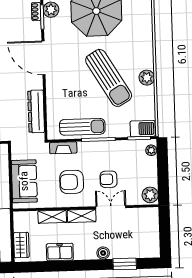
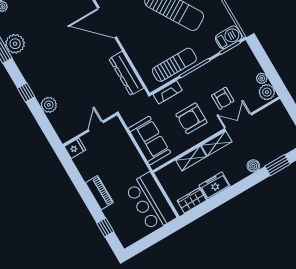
plant: (151, 150) -> (262, 78), moved
armchair: (109, 179) -> (223, 98), turned -90
wardrobe: (21, 245) -> (192, 200), moved, turned -90

